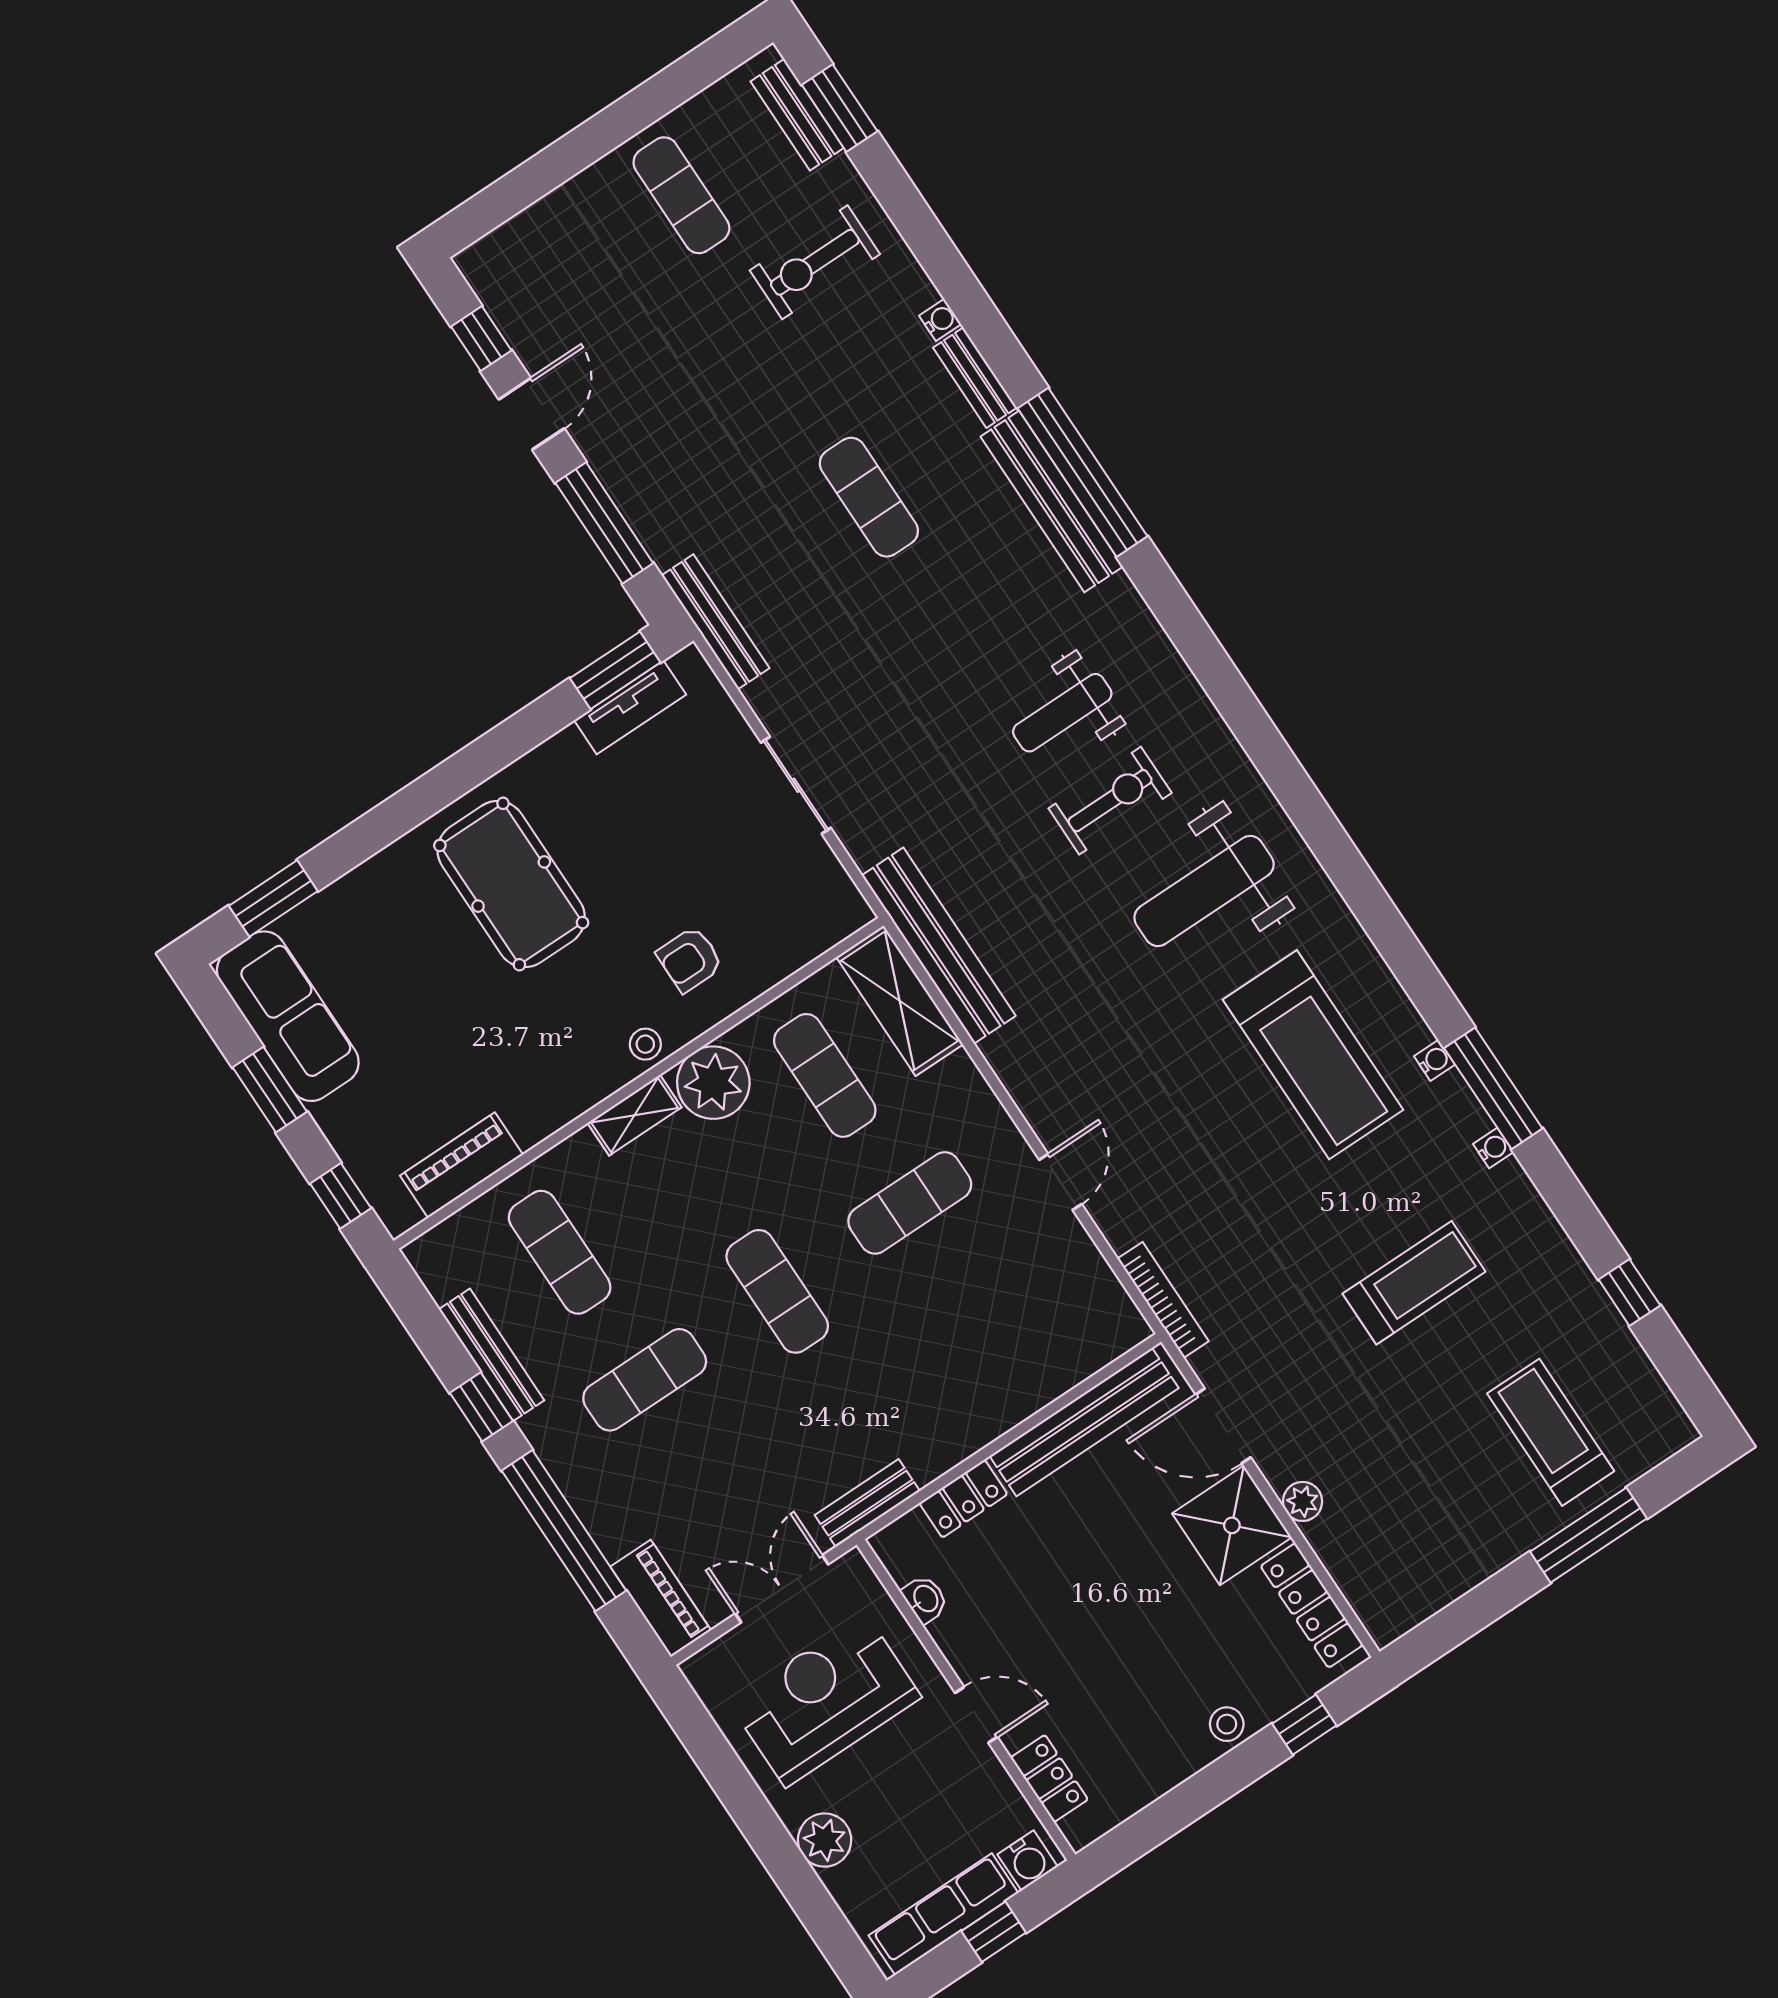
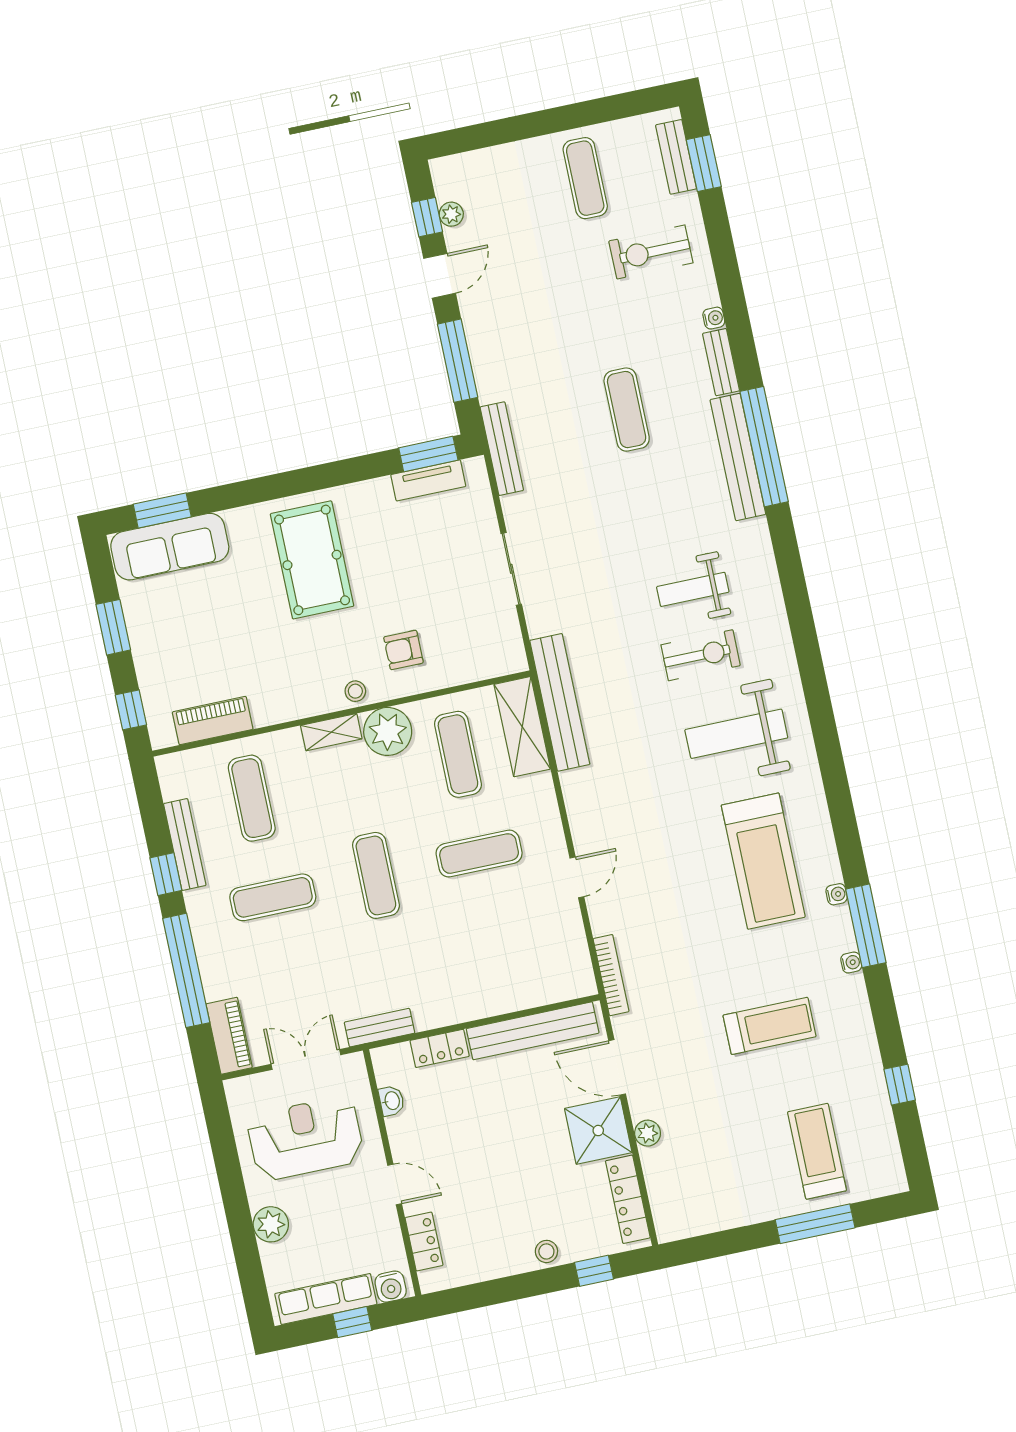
plant: (513, 321) -> (451, 214), added
sofa: (288, 1016) -> (170, 547), moved, turned 90

